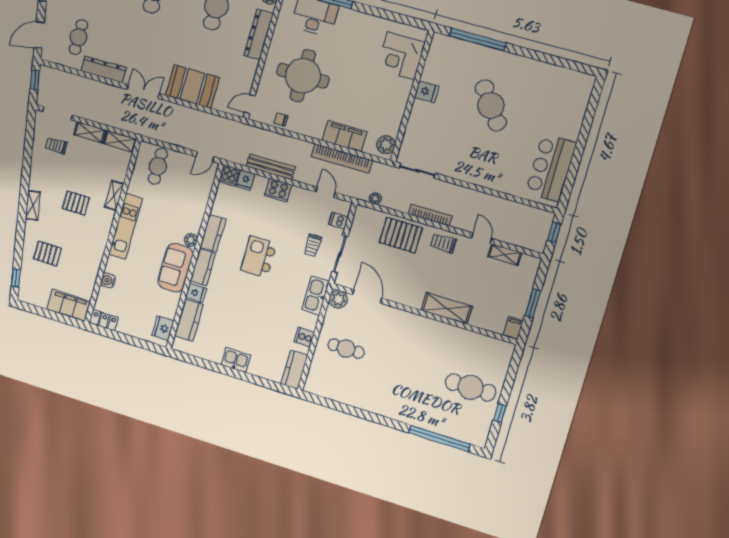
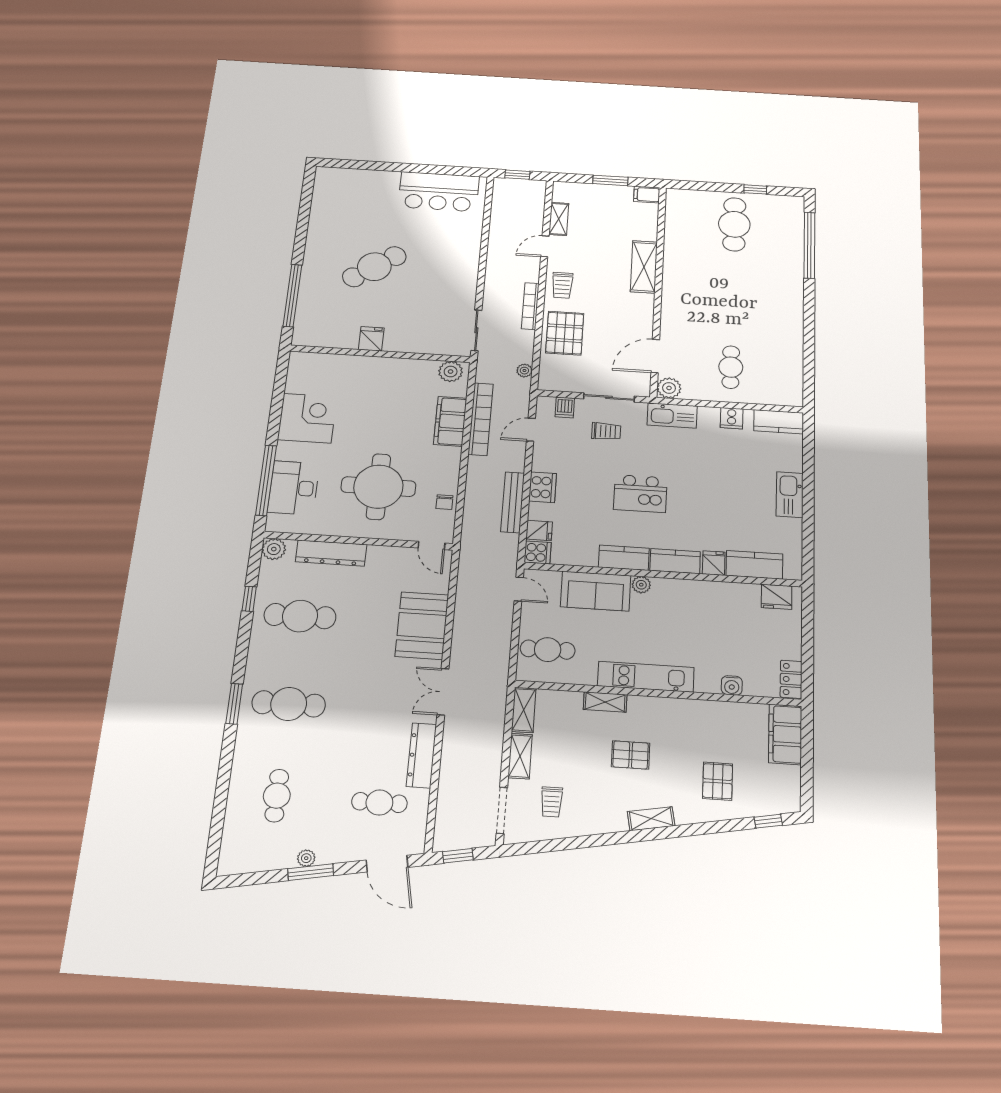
corner desk: (401, 56) -> (307, 418), moved, turned -90
pallet: (76, 203) -> (631, 755), turned 90
sofa: (175, 268) -> (596, 591), moved
kitchen sink: (236, 360) -> (790, 495), width x1.38

